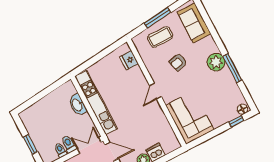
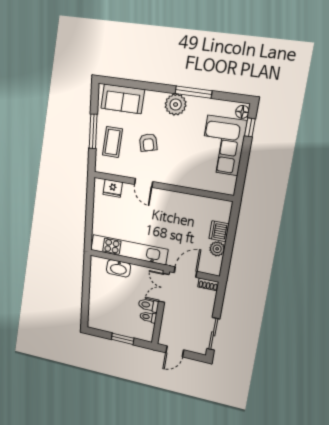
door: (155, 91) -> (144, 183), moved
corner sofa: (190, 118) -> (223, 145), moved, turned -90

